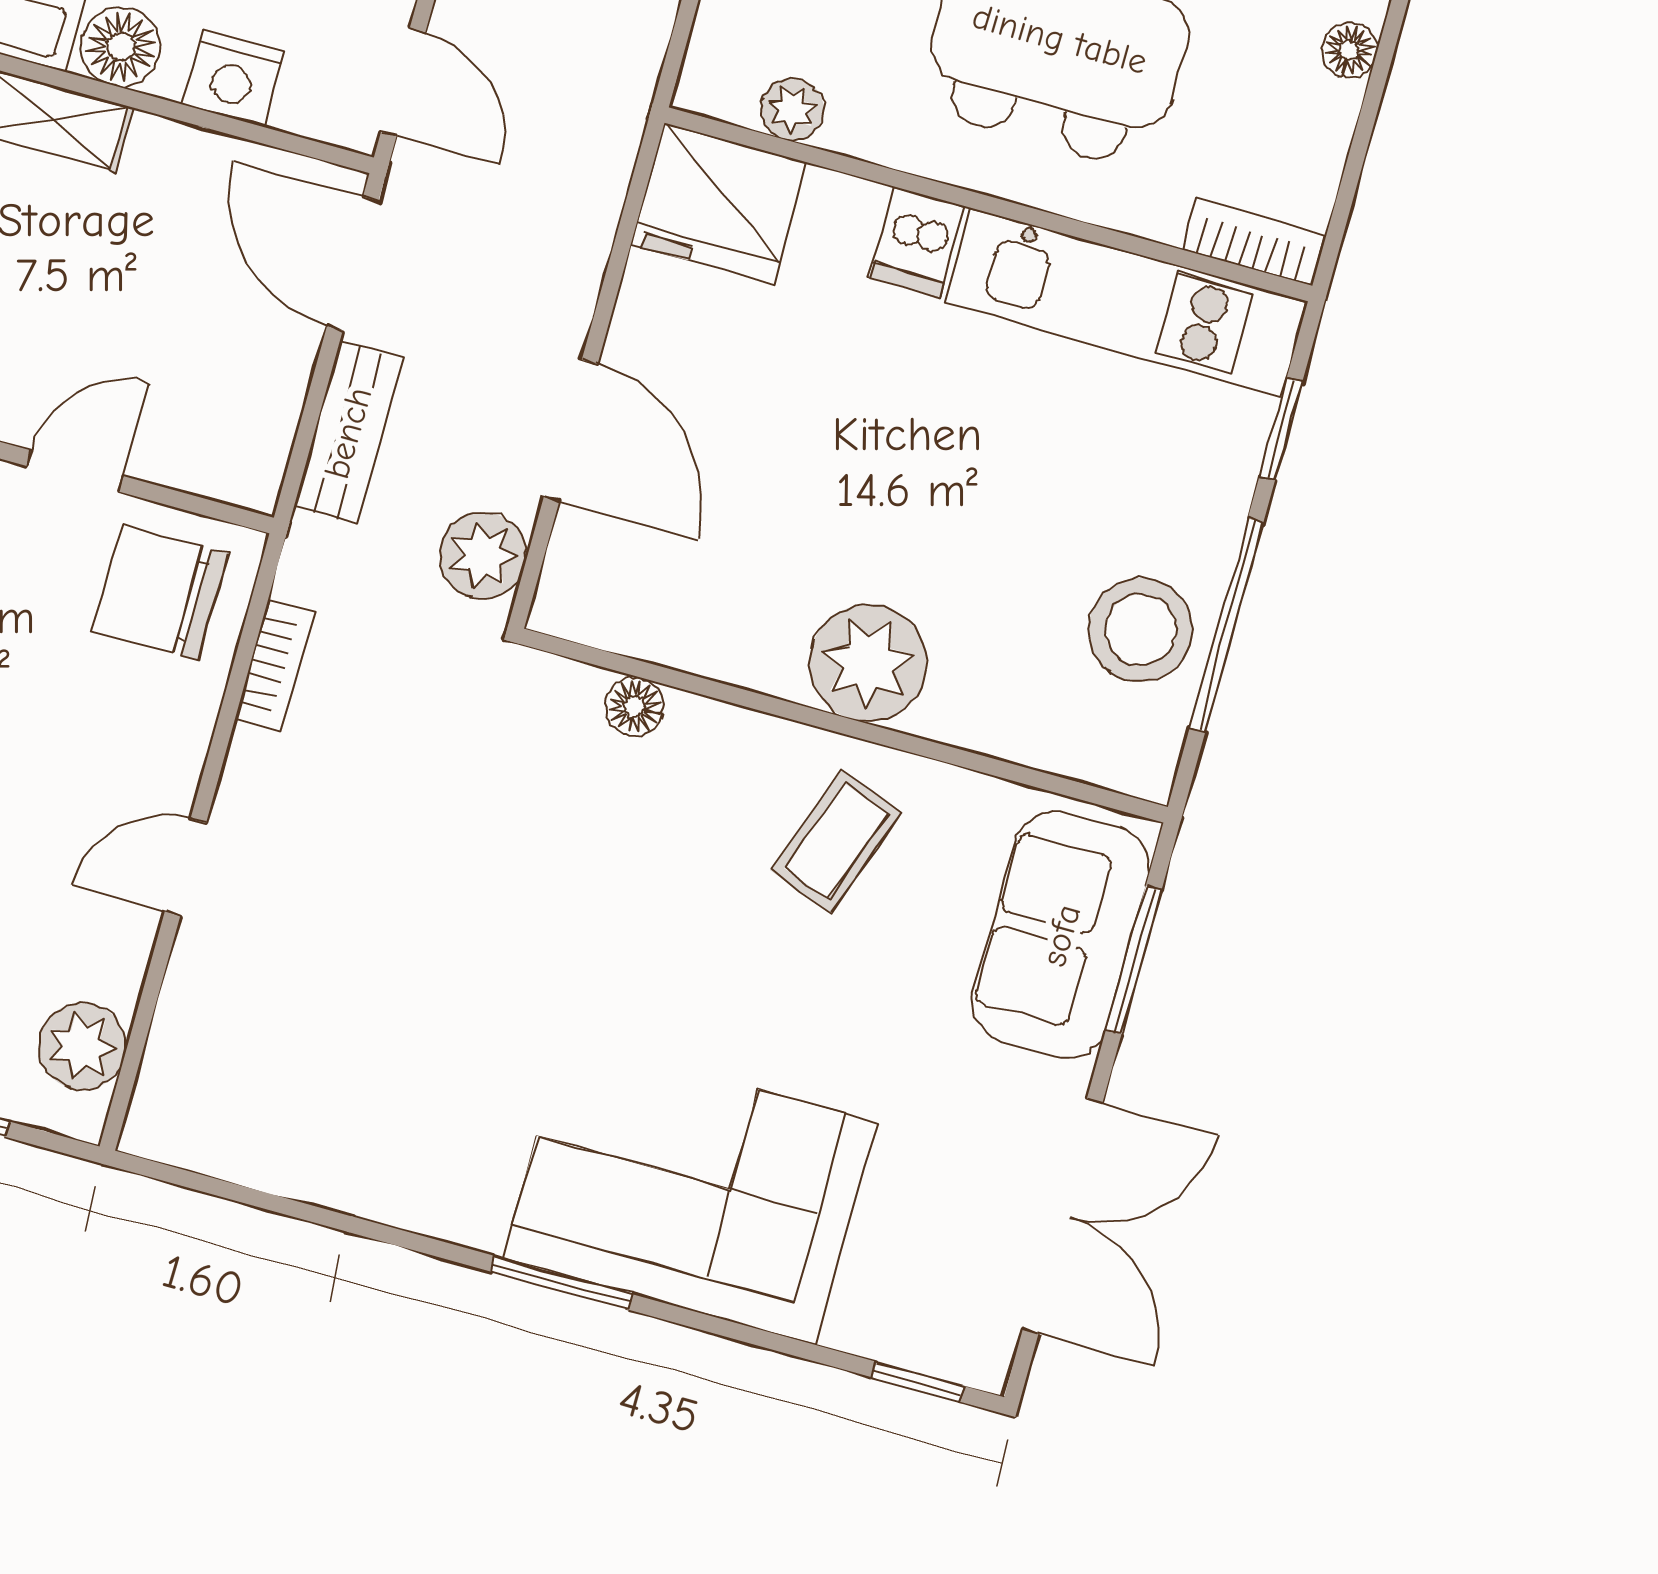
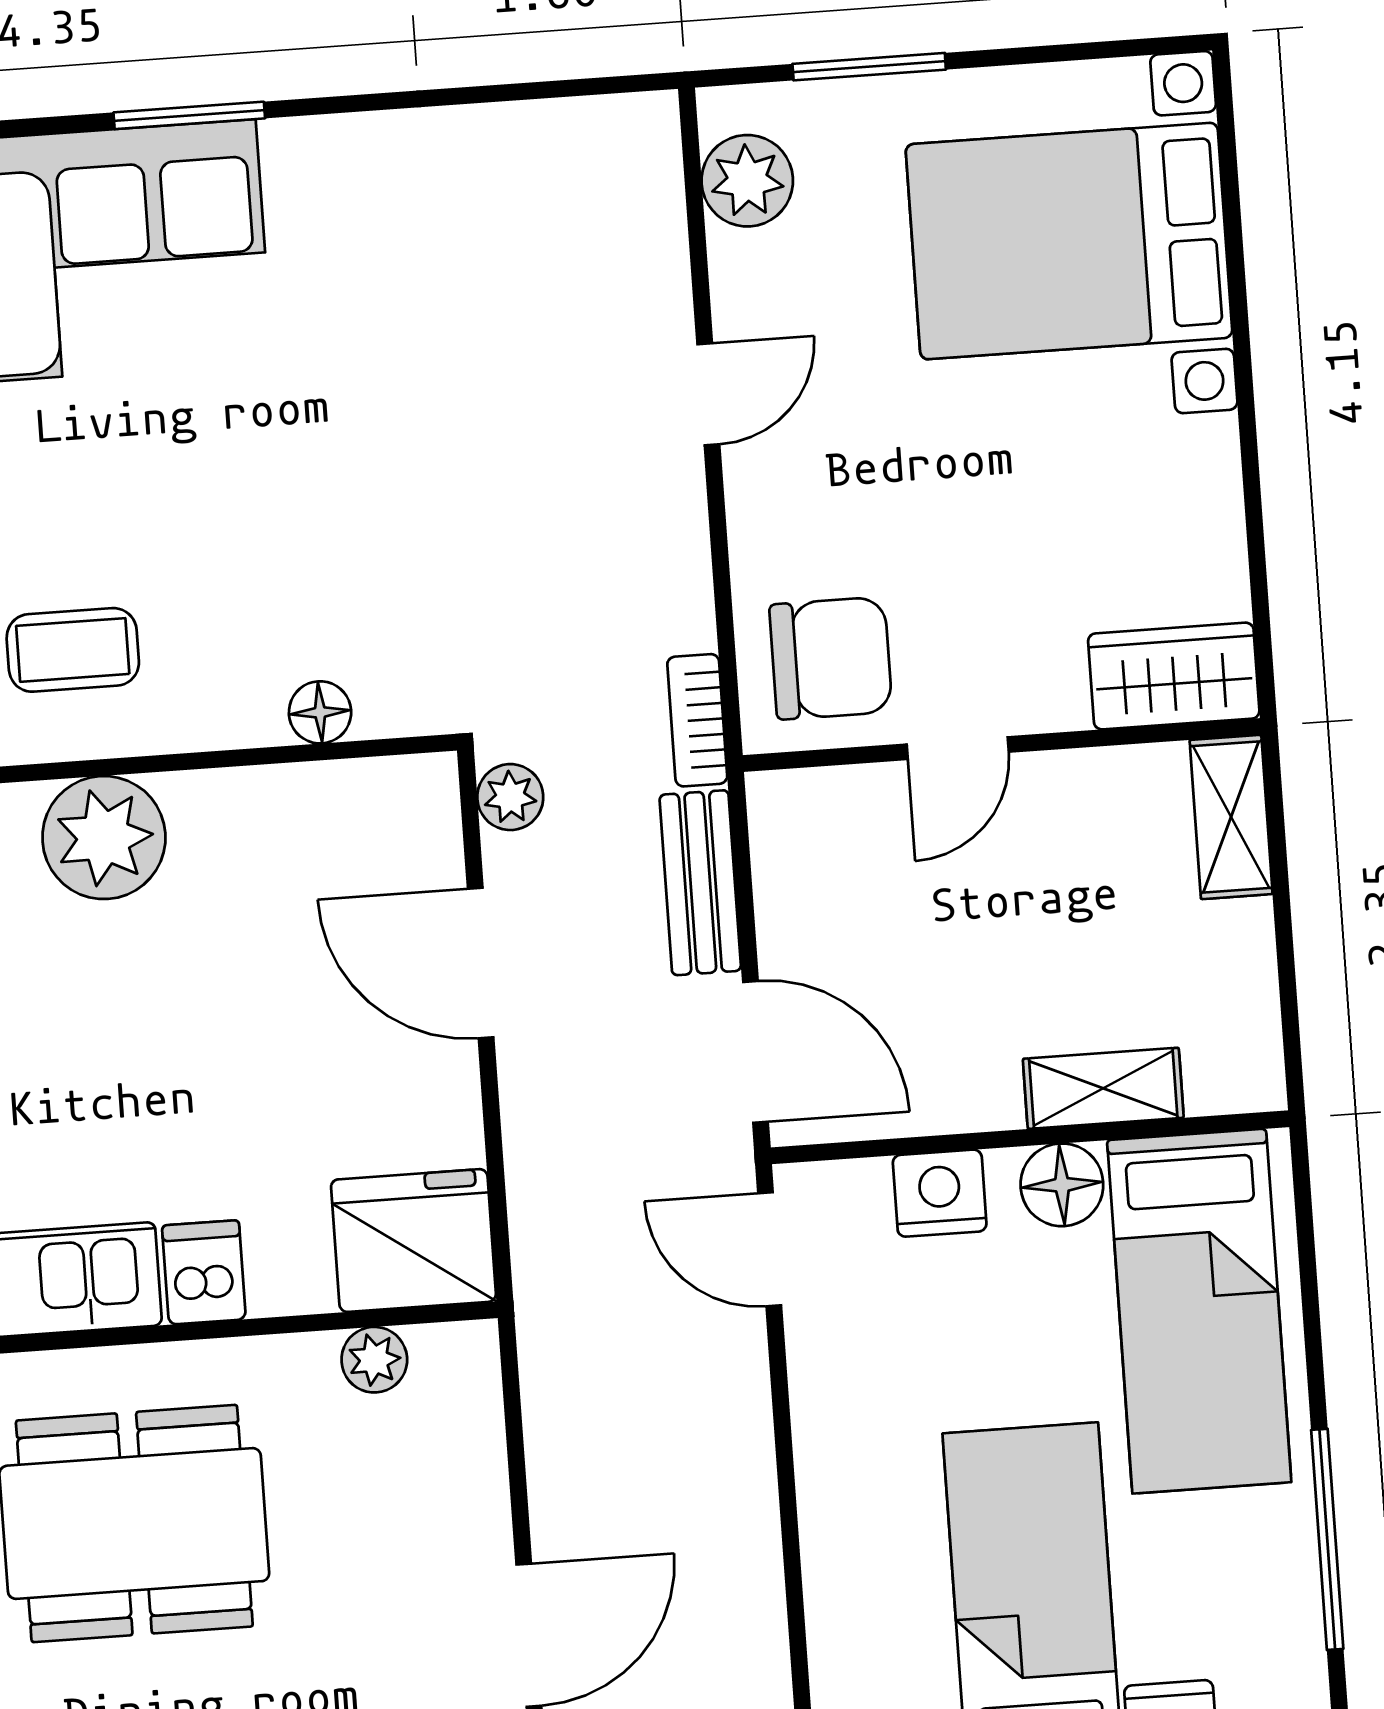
plant: (483, 555) -> (510, 797), width x0.73, depth x0.73
bookcase: (275, 665) -> (697, 720), moved
coffee table: (836, 841) -> (73, 650), turned 70

